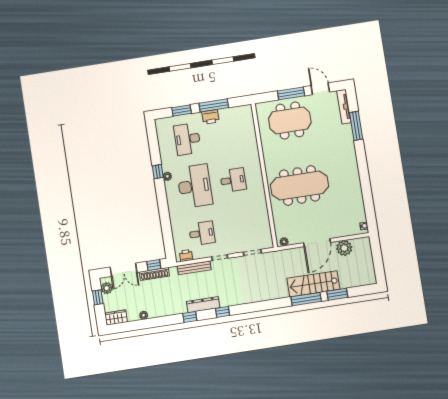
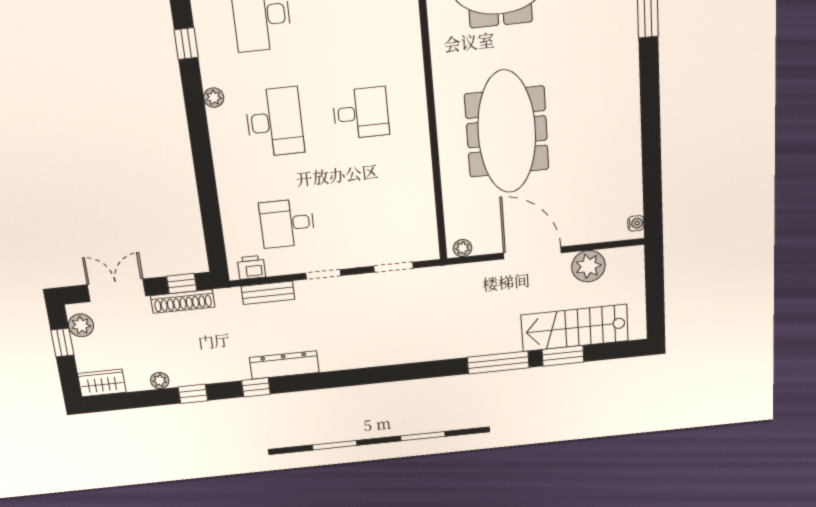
window: (158, 172) -> (186, 44), moved
desk: (195, 186) -> (275, 122), width x0.73, depth x0.77
meeting table: (299, 186) -> (507, 132), turned 90
desk: (202, 233) -> (287, 223), turned 180
door: (317, 243) -> (532, 253), swing flipped
bench: (194, 268) -> (268, 293), width x0.73
double door: (123, 270) -> (117, 290), swing flipped
stairs: (313, 284) -> (575, 328), moved
window: (223, 312) -> (193, 394), moved

